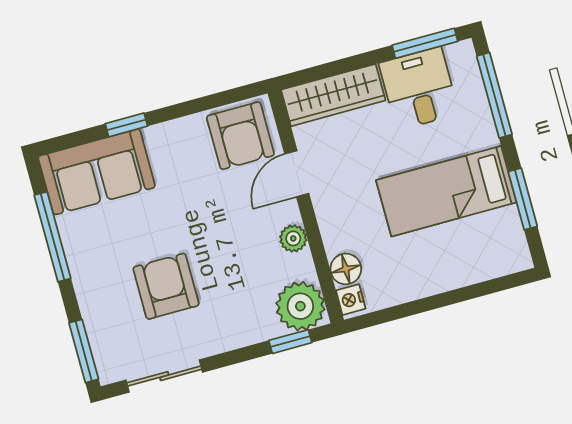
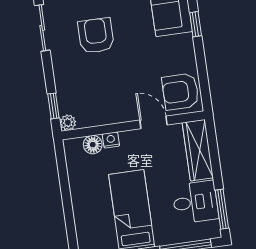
plant: (293, 238) -> (115, 115), removed
armchair: (166, 286) -> (96, 36), turned -90
nightstand: (351, 300) -> (111, 140), moved
plant: (300, 306) -> (68, 122), width x0.53, depth x0.53

